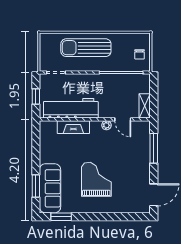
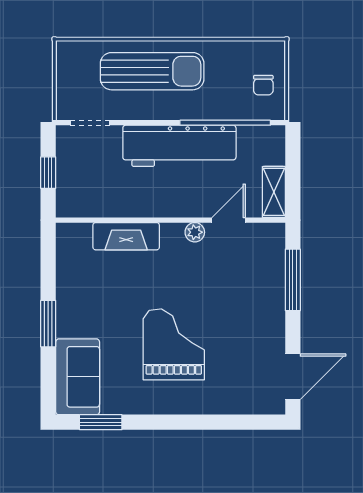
sun lounger: (86, 48) -> (152, 71), turned 180
workbench: (71, 108) -> (179, 146), moved, turned 180
door: (123, 119) -> (229, 220), swing flipped
window: (36, 186) -> (48, 324), moved
sofa: (50, 188) -> (78, 377), width x0.73

